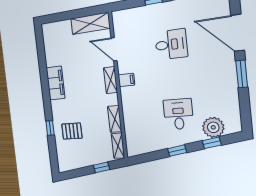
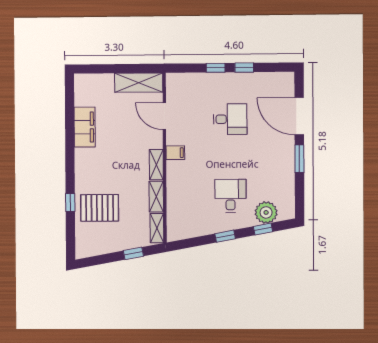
shelving: (110, 80) -> (156, 165), moved
filing cabinet: (55, 83) -> (85, 127), moved
pallet: (72, 131) -> (100, 208), width x1.50, depth x1.42

